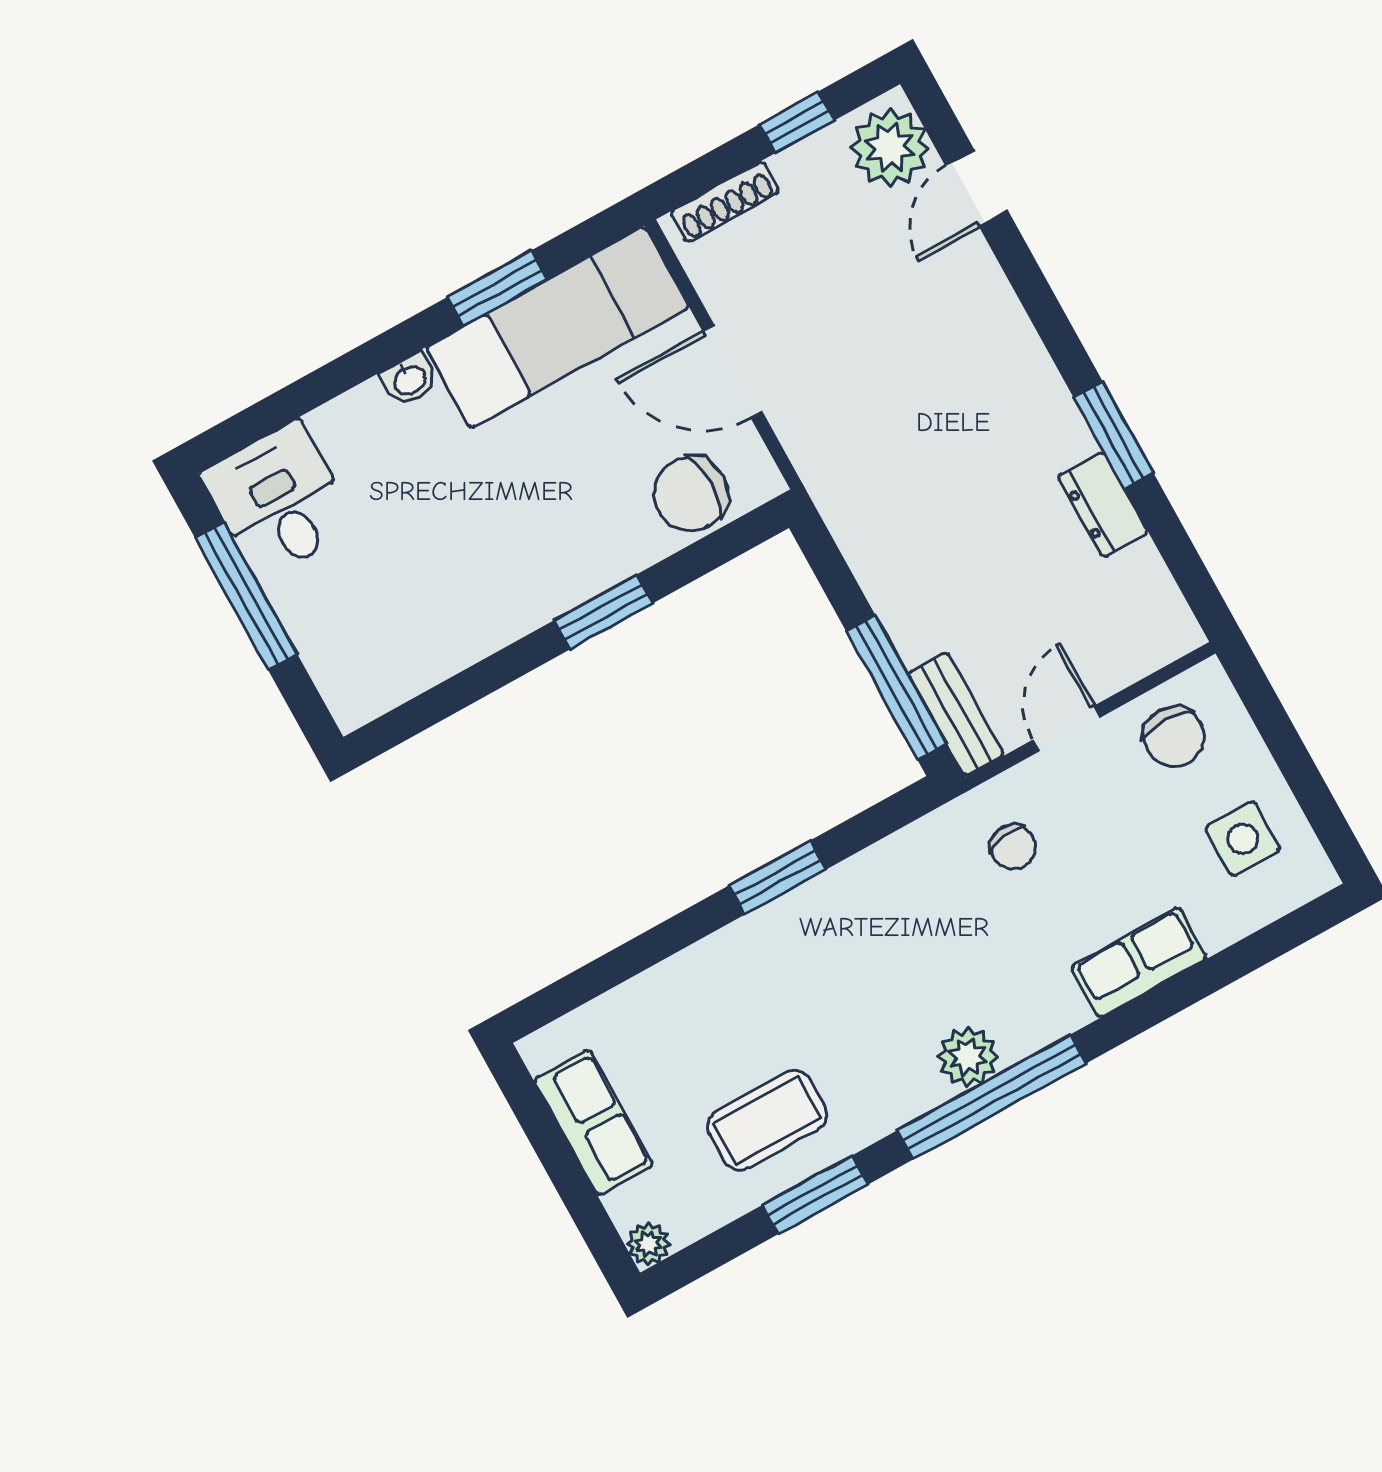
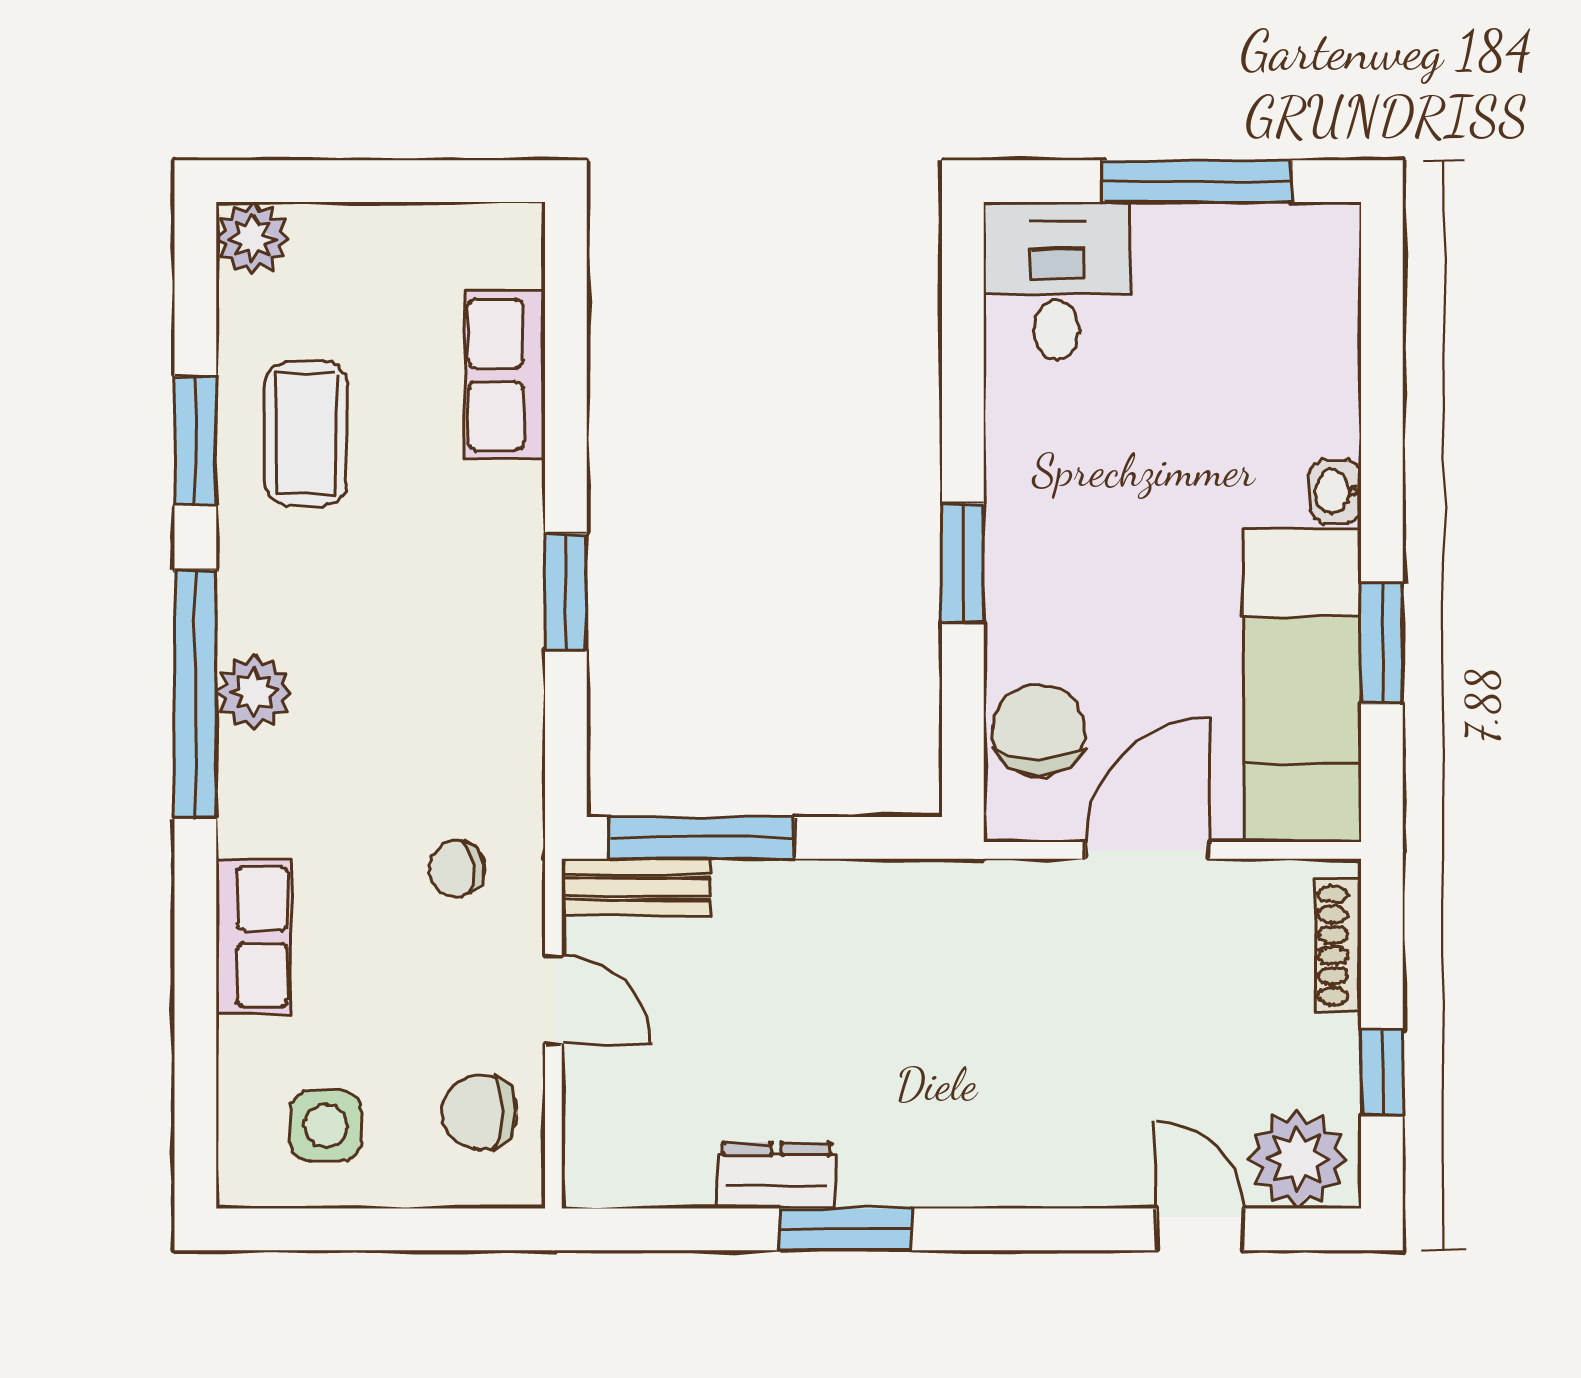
desk: (279, 500) -> (1057, 281), moved, turned -90
row of seats: (594, 1123) -> (505, 374), moved, turned 90
plant: (649, 1244) -> (253, 238), width x1.38, depth x1.38

